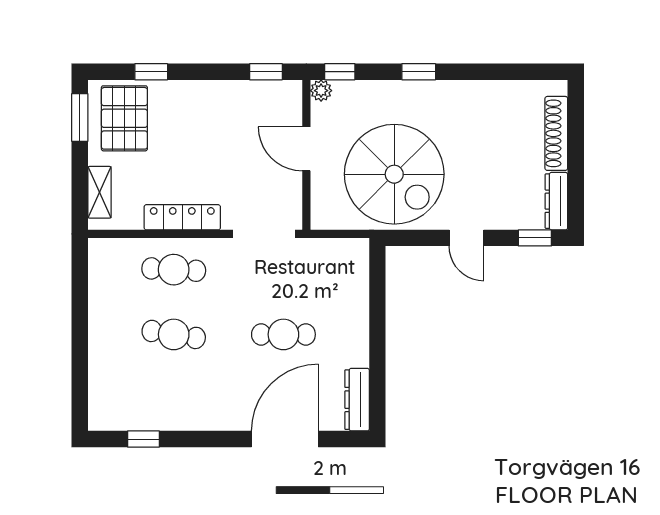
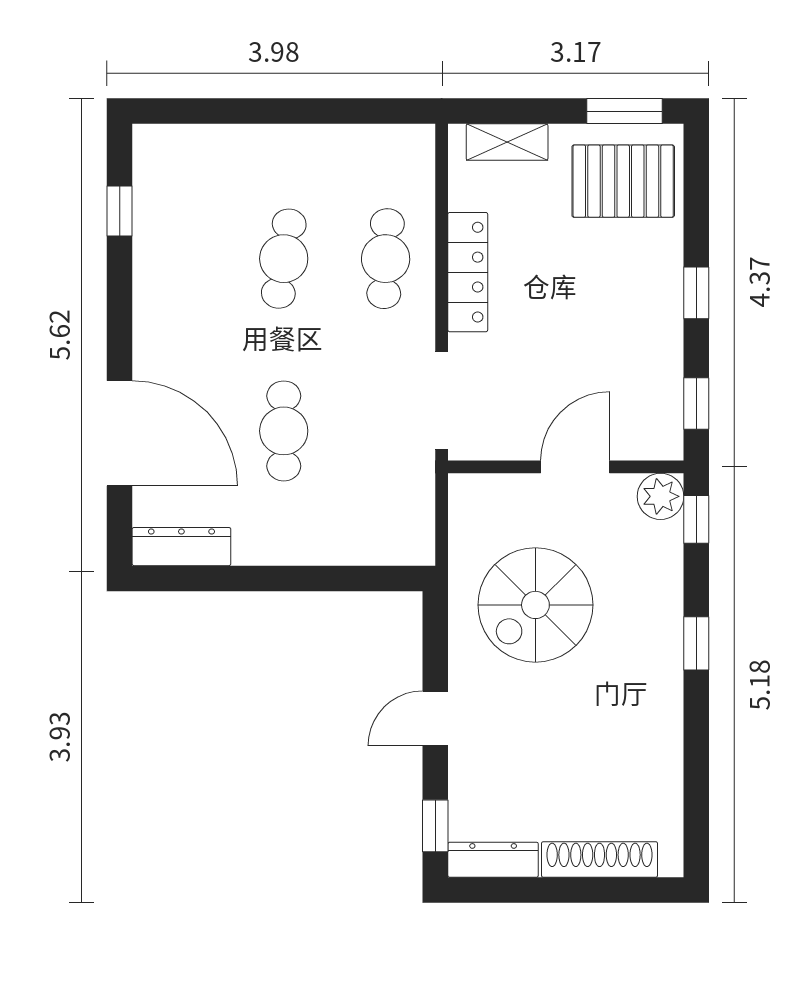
window: (151, 72) -> (696, 293), moved
plant: (321, 91) -> (661, 496), width x1.38, depth x1.38
spiral stairs: (394, 174) -> (535, 605), width x0.73, depth x0.73

